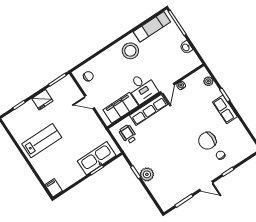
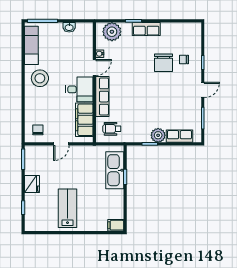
plant: (208, 81) -> (112, 32), width x1.88, depth x1.88
door: (167, 88) -> (94, 67), hinge flipped
row of seats: (157, 192) -> (179, 136), added

